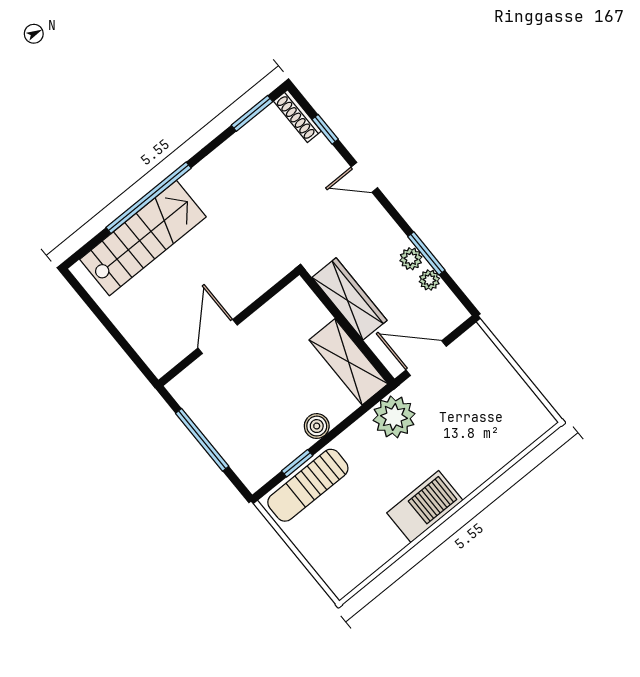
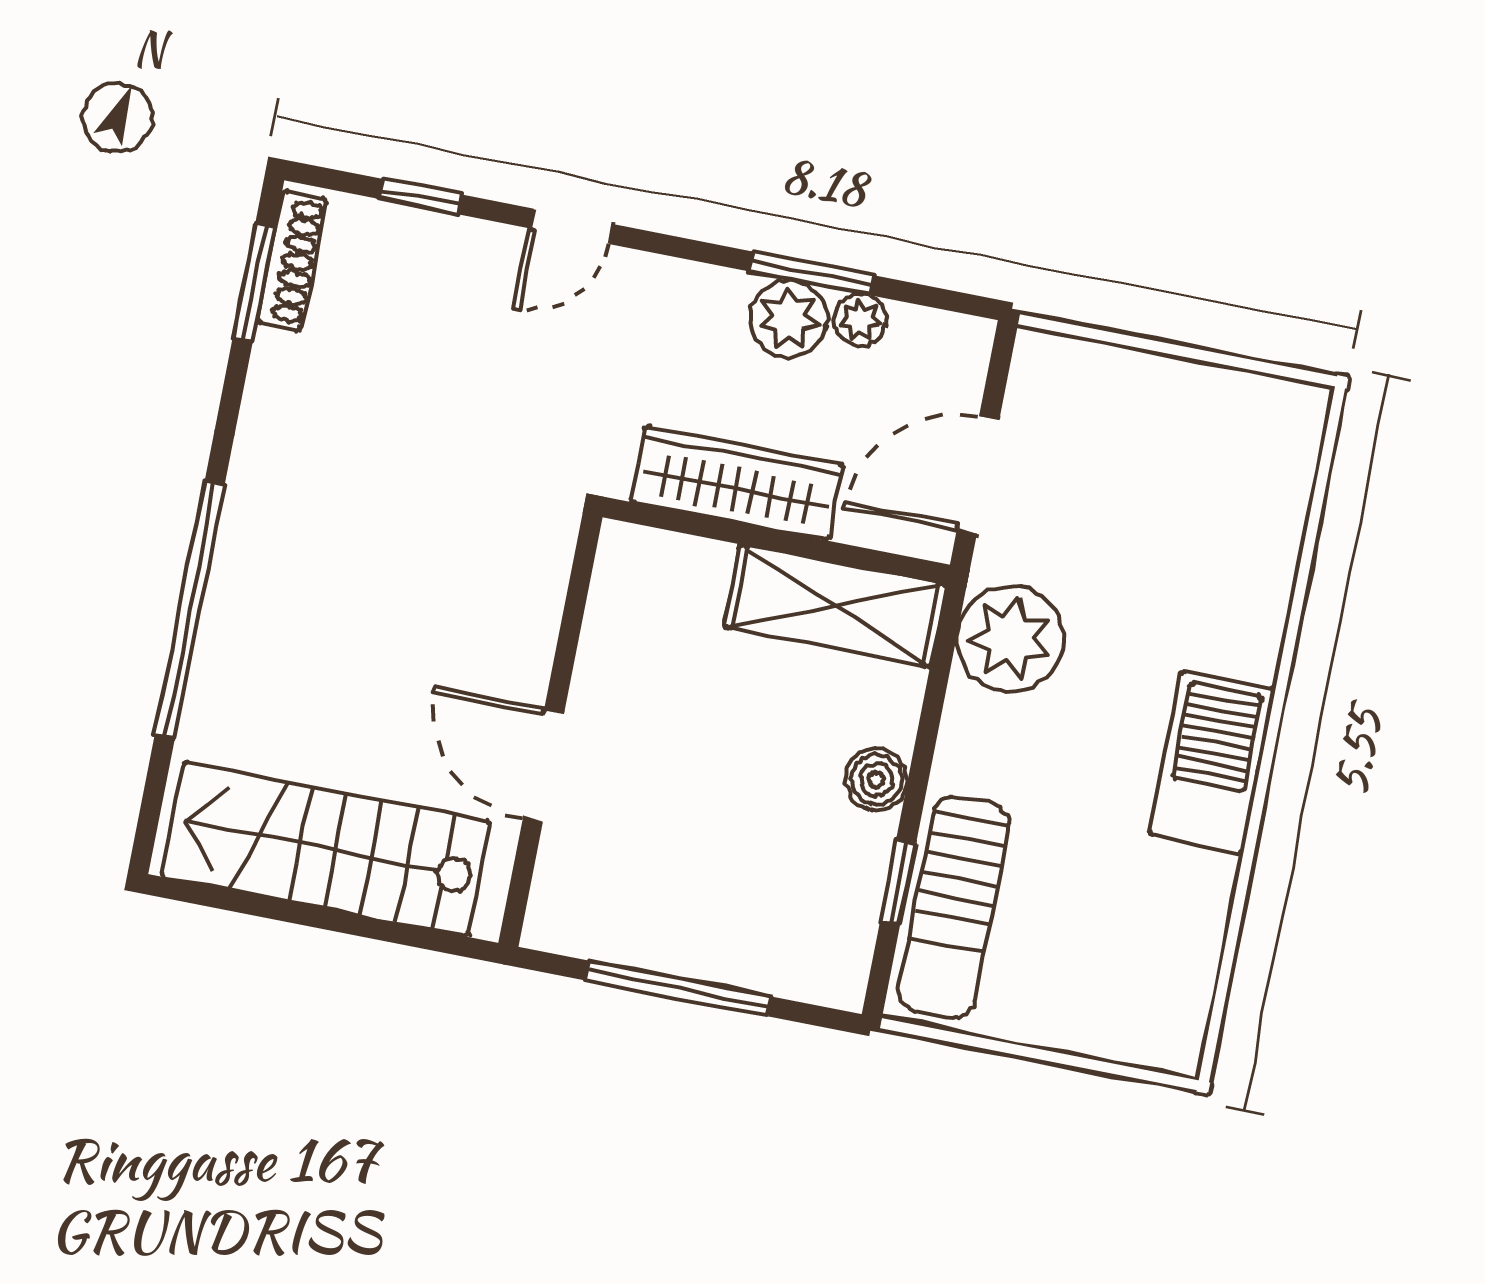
shoe rack: (297, 116) -> (292, 261), moved, turned -90
stairs: (143, 238) -> (326, 849), moved, turned -90
plant: (411, 259) -> (789, 319), width x1.38, depth x1.38

